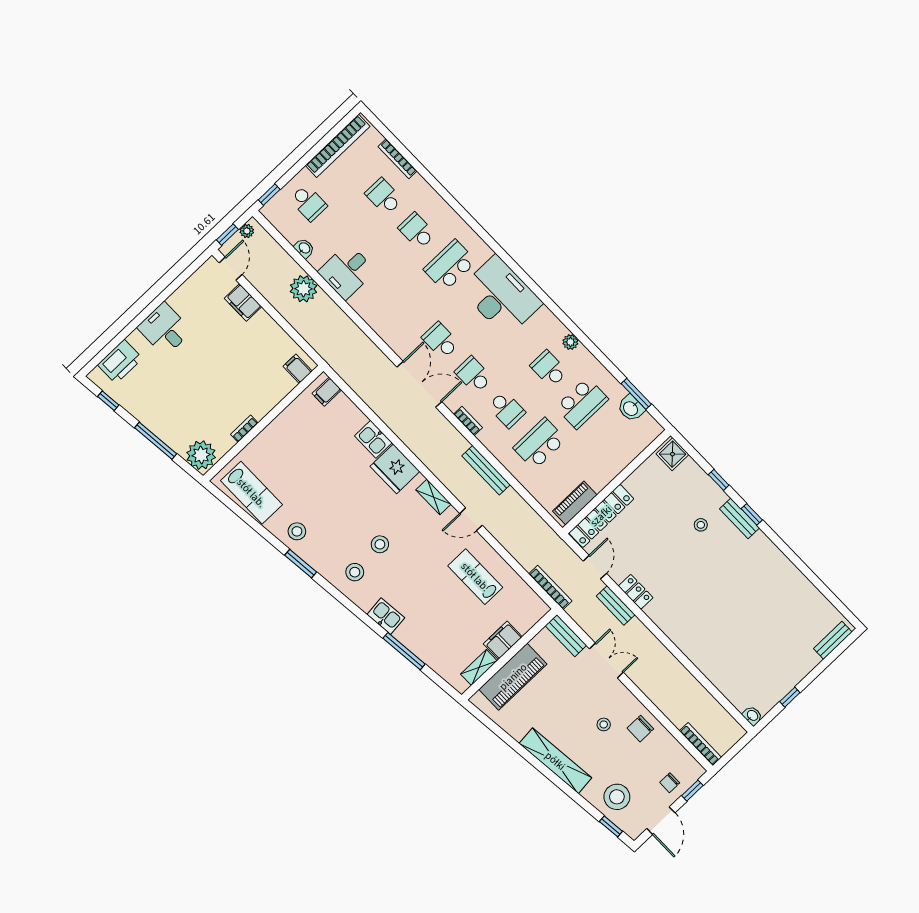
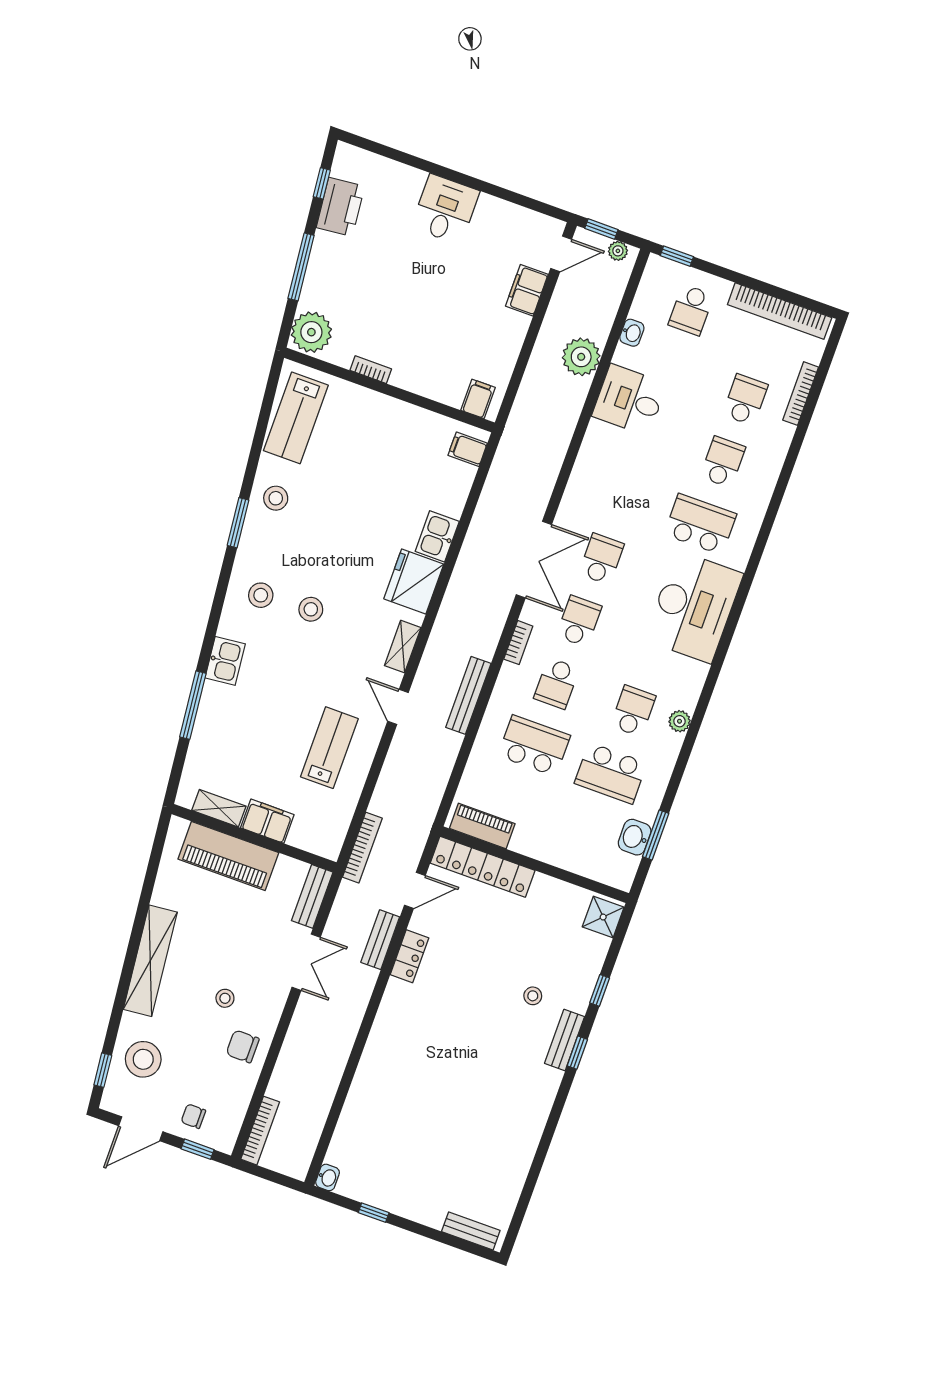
printer: (120, 362) -> (340, 207), moved, turned -96

